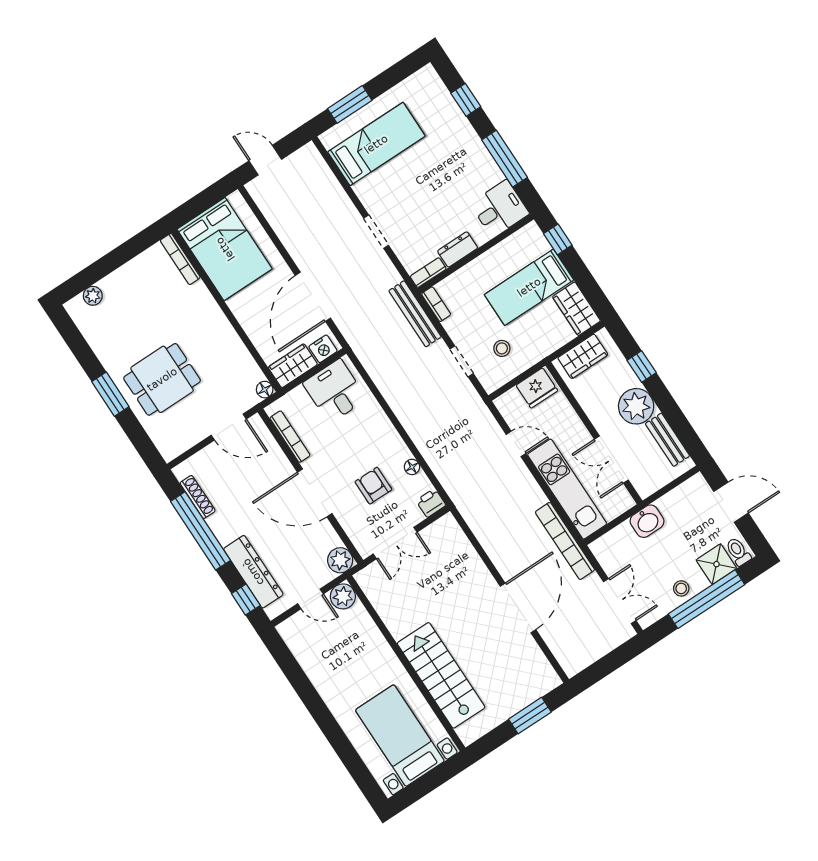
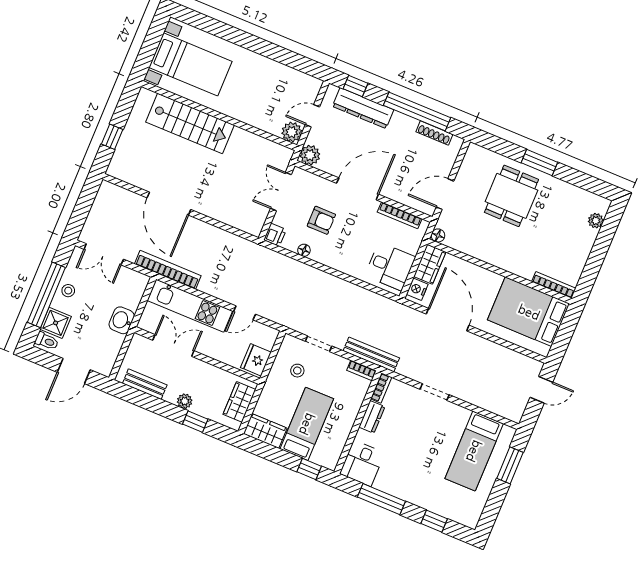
plant: (636, 406) -> (185, 401), width x0.53, depth x0.53
window: (530, 716) -> (112, 137), width x0.67

